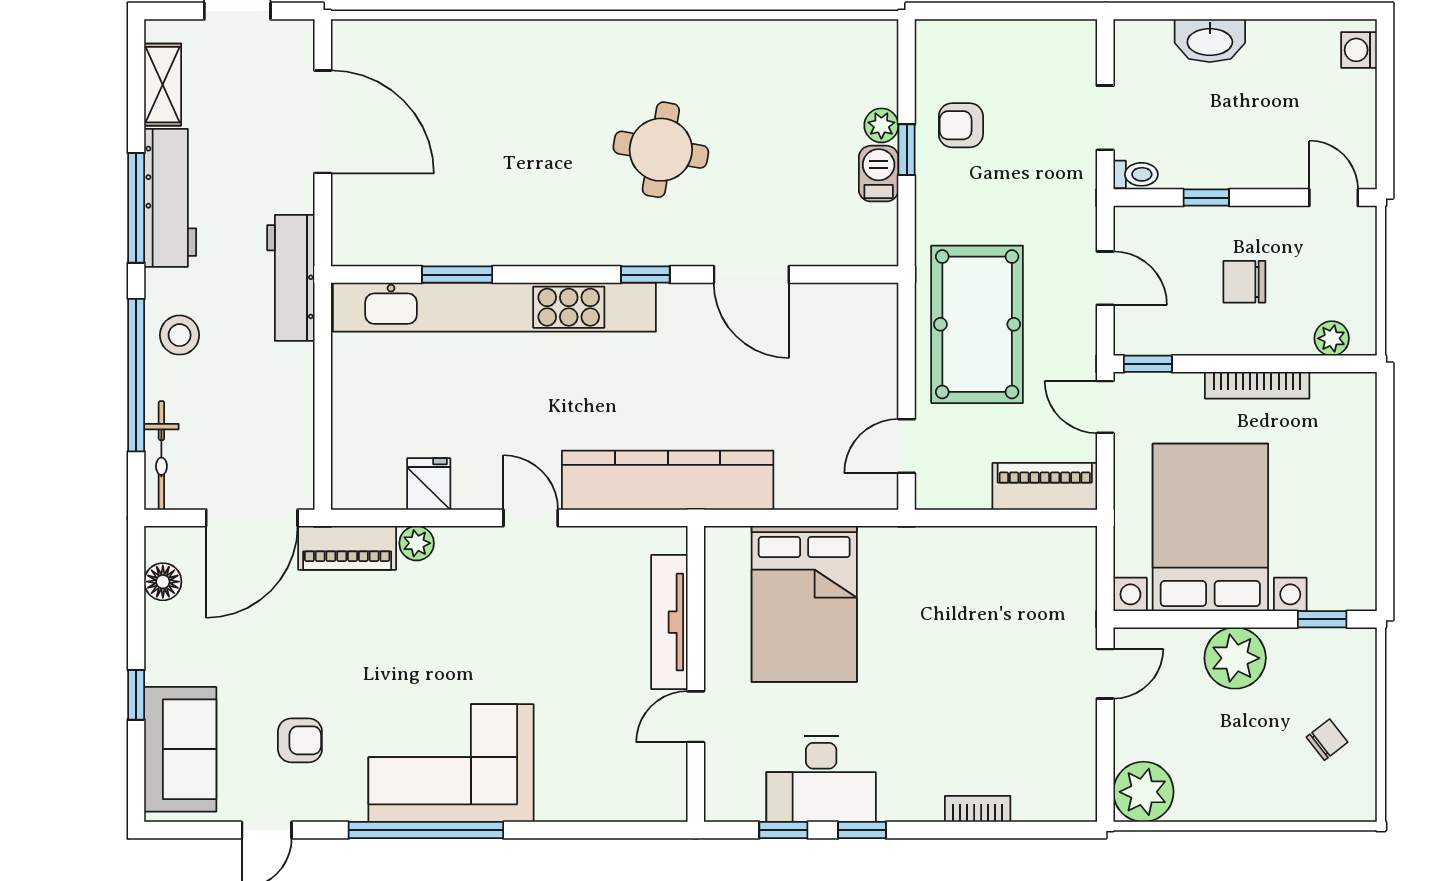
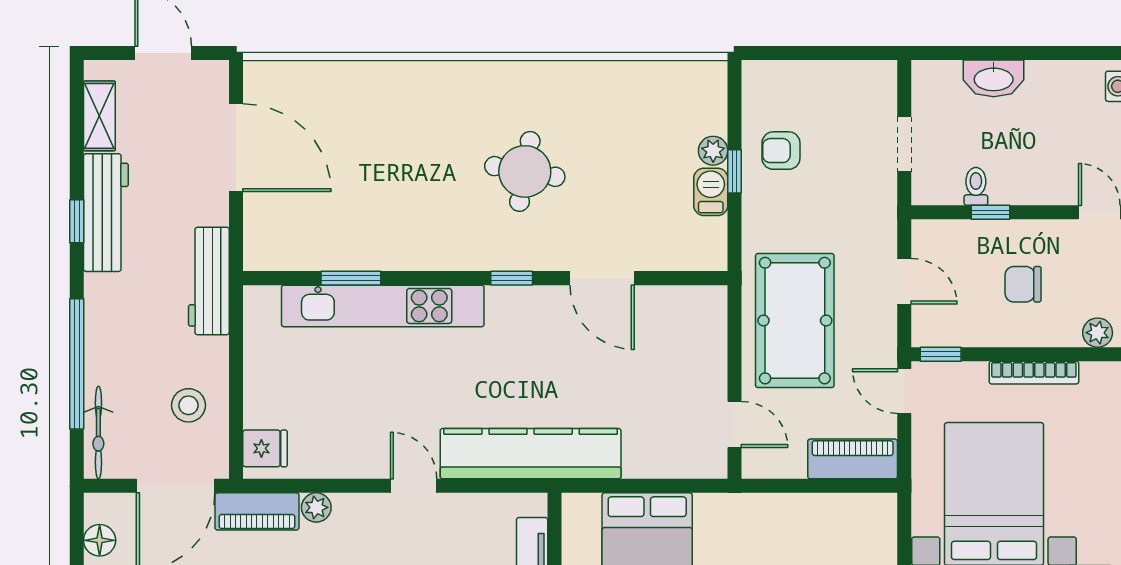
toilet: (1136, 174) -> (976, 186), moved, turned -90
window: (136, 208) -> (77, 221), width x0.46
kitchen unit: (494, 307) -> (383, 306), width x0.73
stool: (180, 335) -> (189, 405), moved
door: (907, 446) -> (735, 424), swing flipped
fridge: (429, 484) -> (265, 448), moved, turned 90

